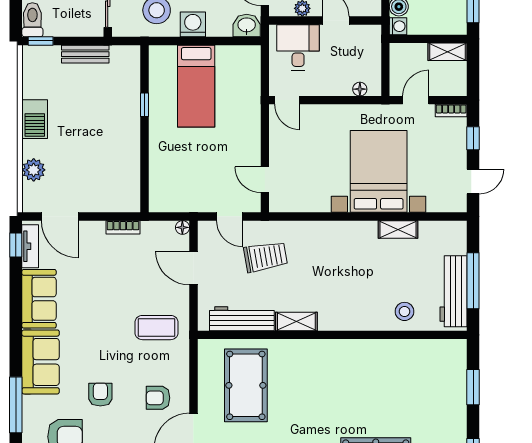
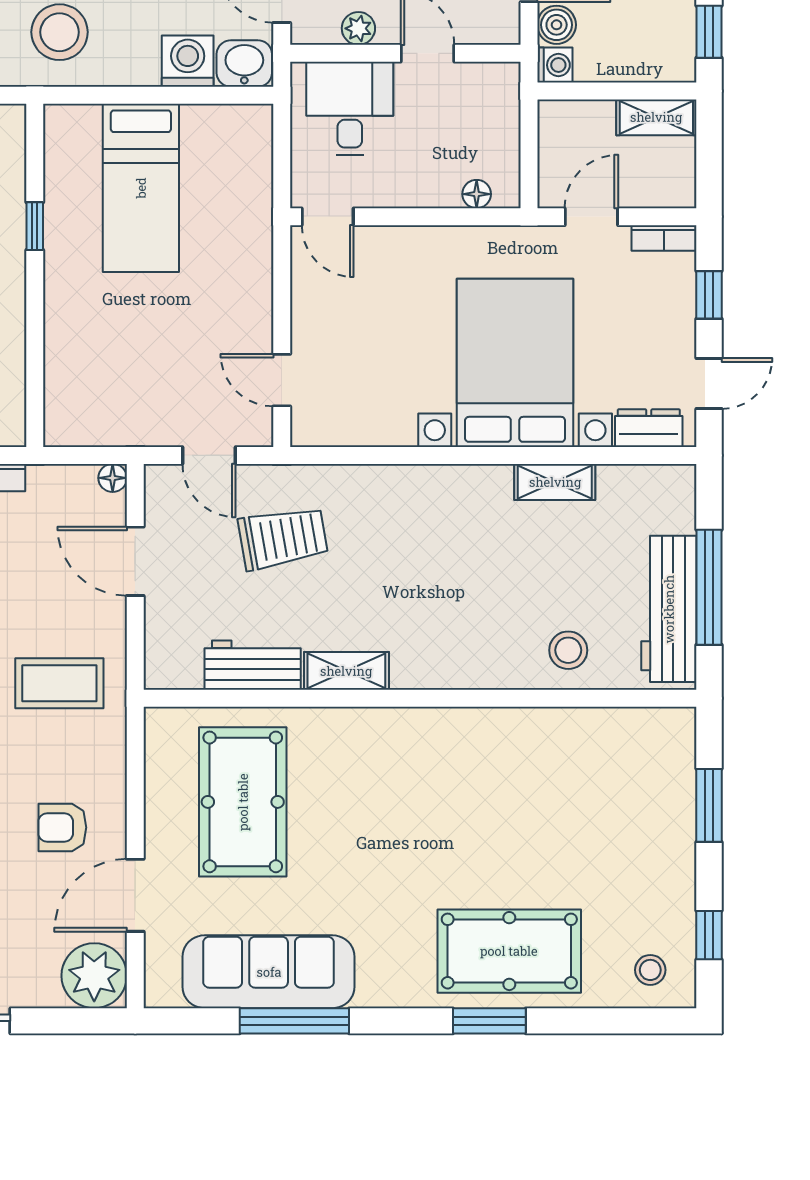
washing machine: (193, 24) -> (188, 61), moved
dresser: (444, 203) -> (649, 428), added
workbench: (242, 319) -> (253, 665), width x0.73

